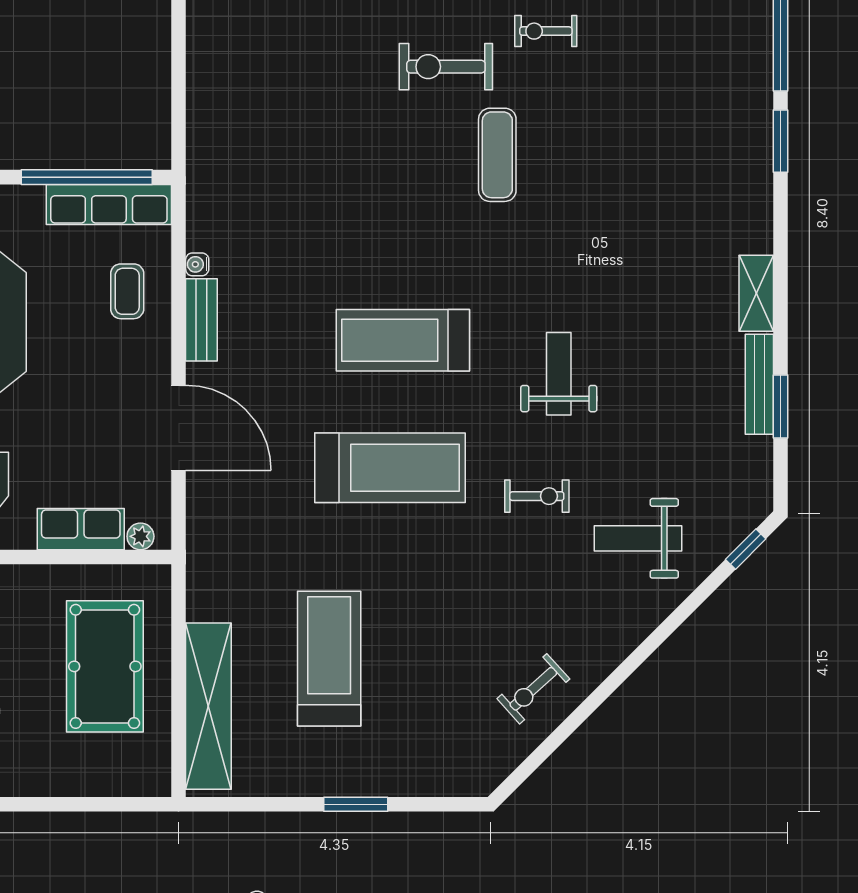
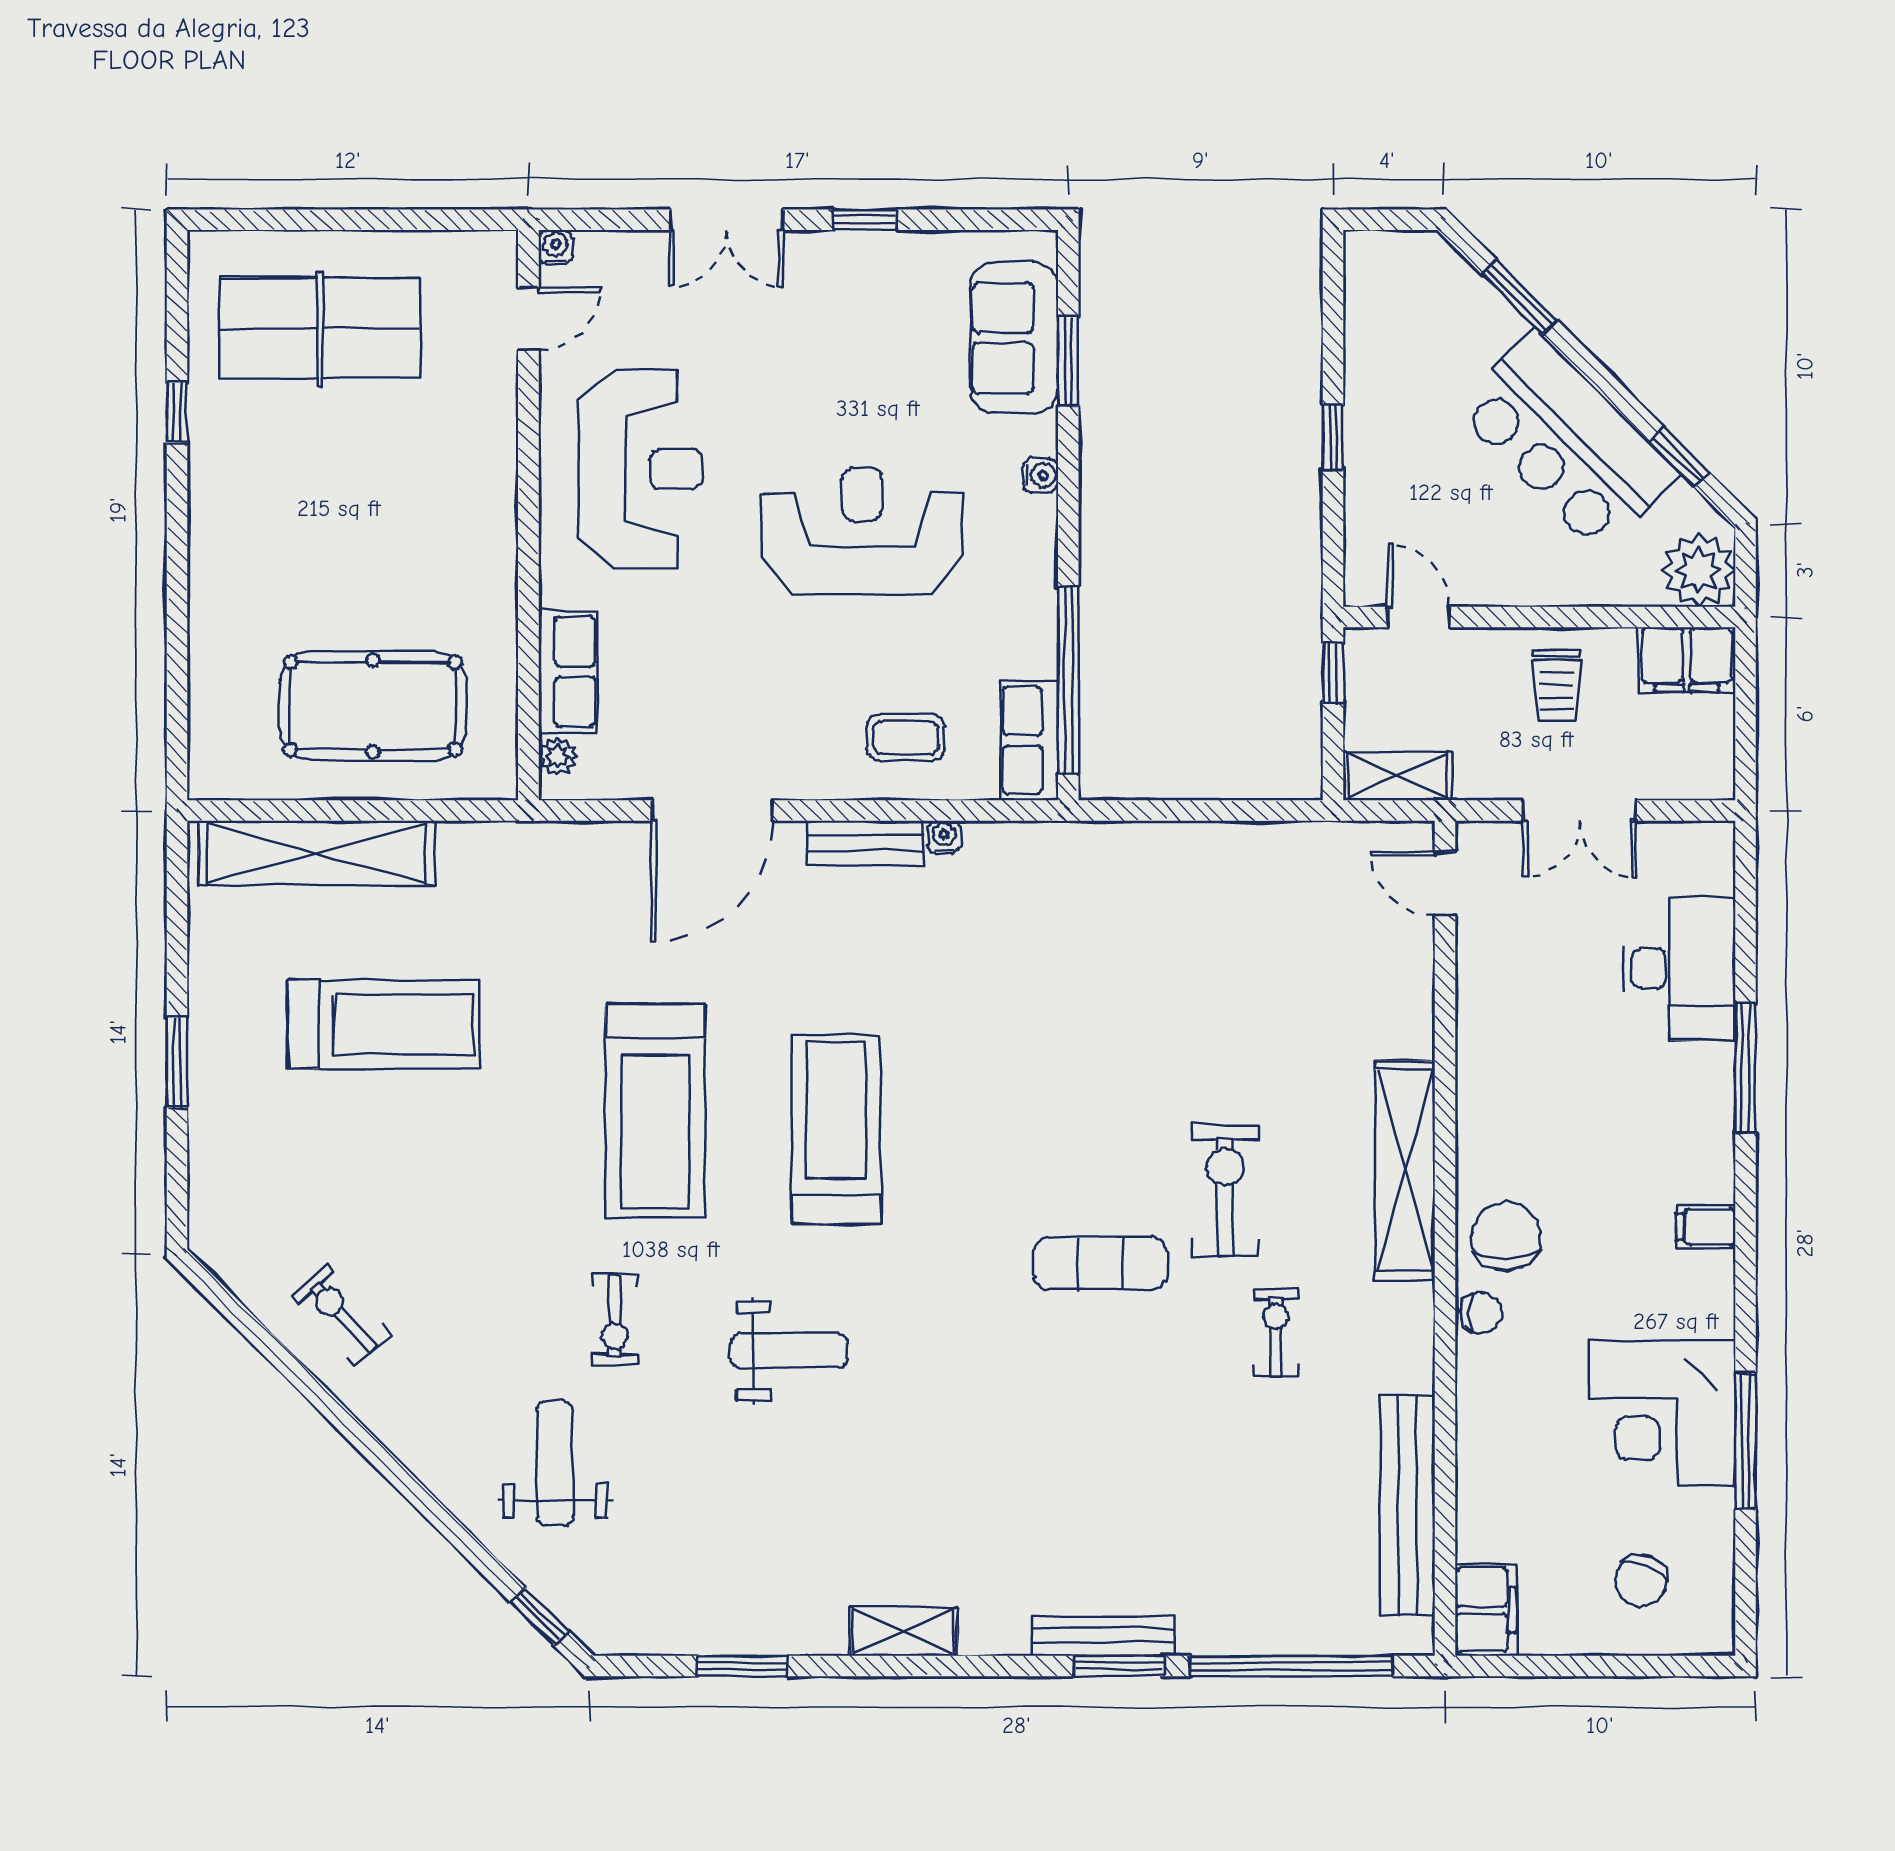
row of seats: (109, 204) -> (1029, 740), width x0.68
bench: (759, 384) -> (1103, 1636), moved

